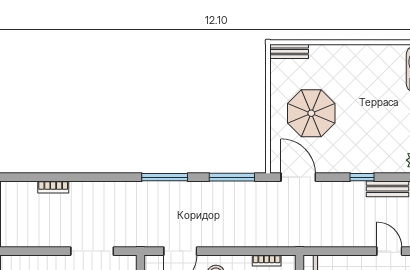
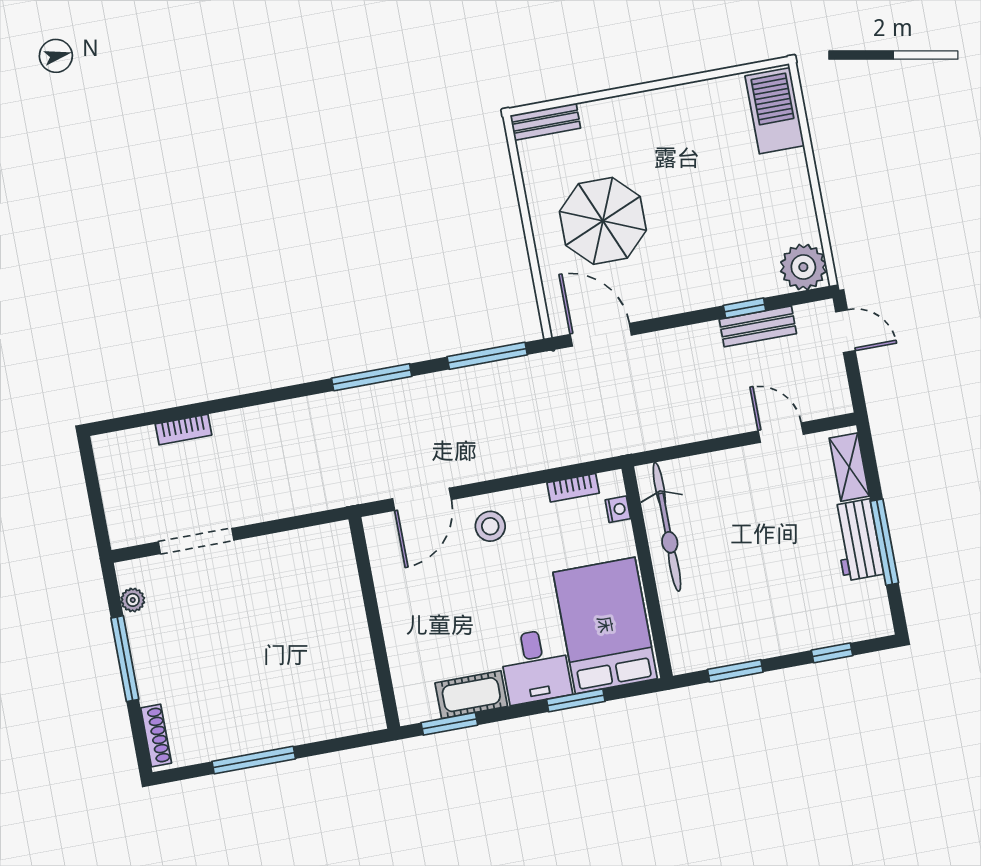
window: (362, 177) -> (745, 308), moved
doorway: (92, 251) -> (196, 541), moved

